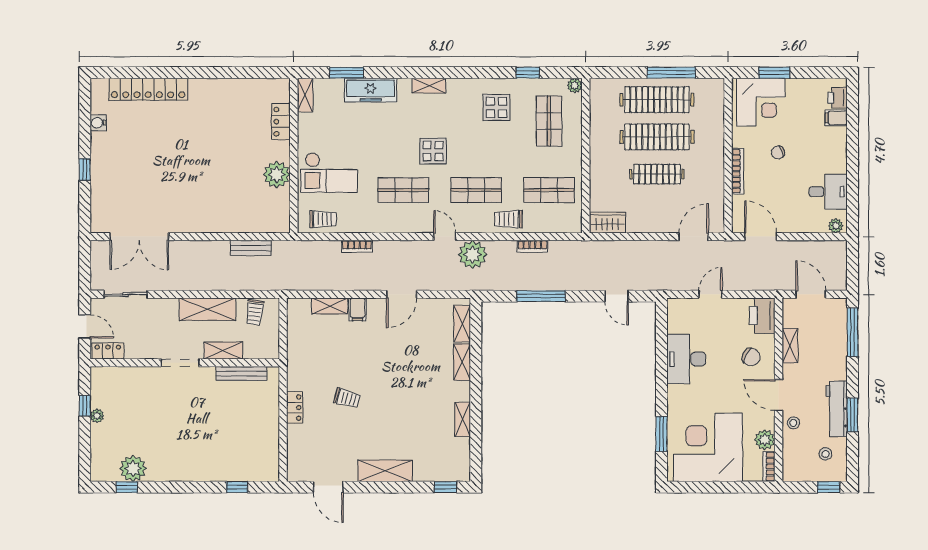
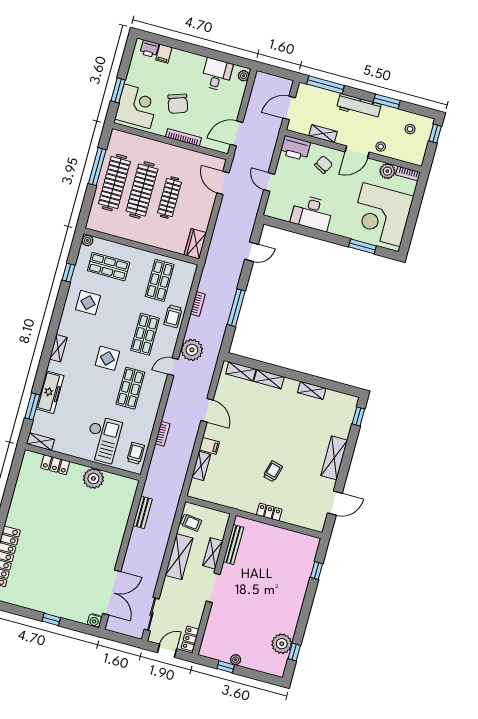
water cooler: (98, 123) -> (94, 620), moved
chair: (778, 153) -> (178, 104), width x1.87, depth x1.87
workbench: (837, 409) -> (359, 106), moved

